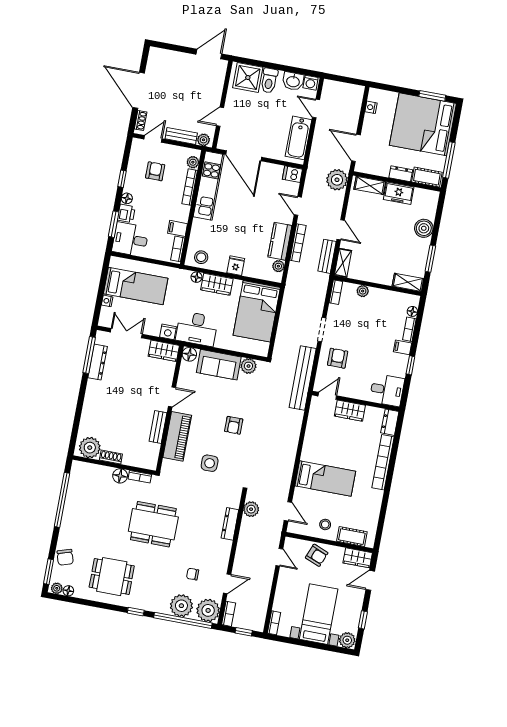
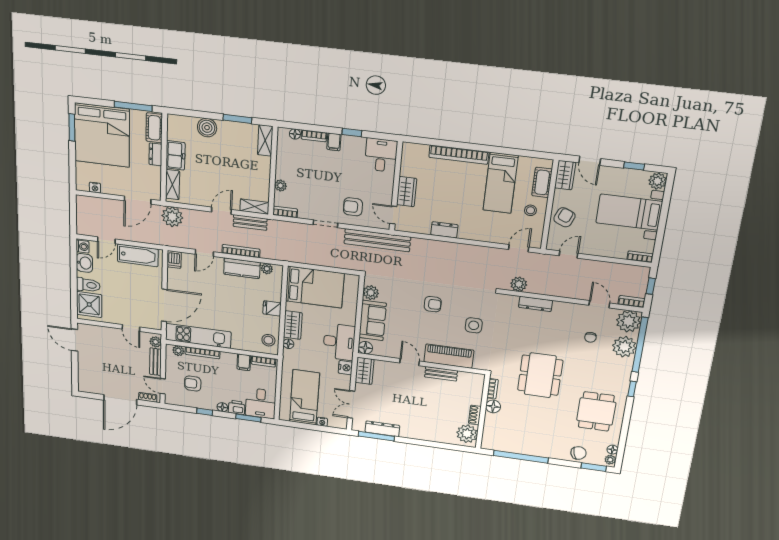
dresser: (390, 422) -> (444, 230), moved, turned 180
bed: (325, 478) -> (501, 183), moved, turned 180

